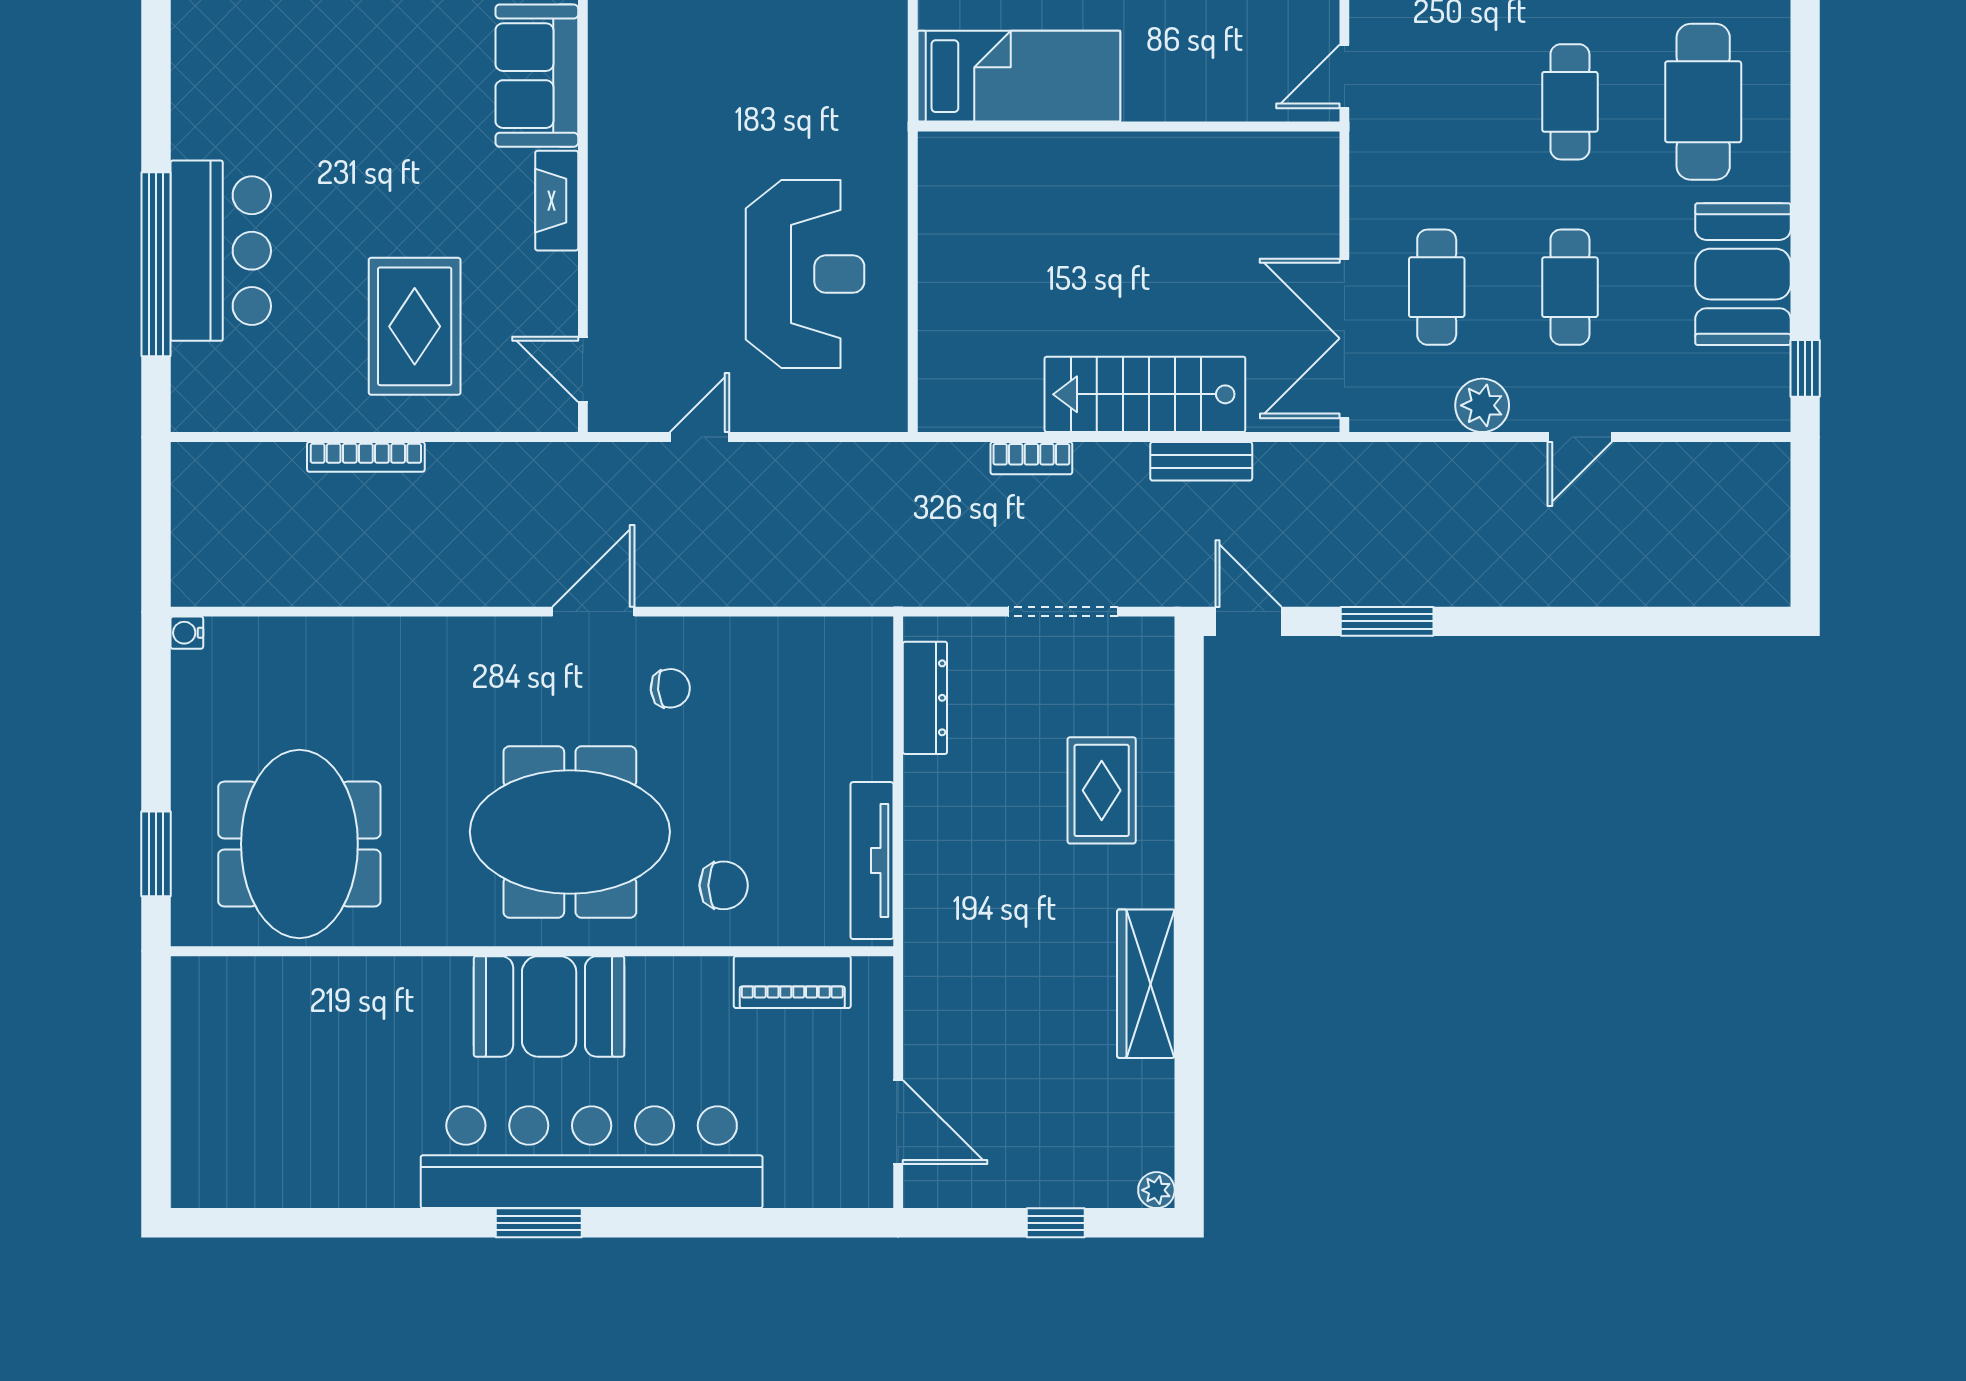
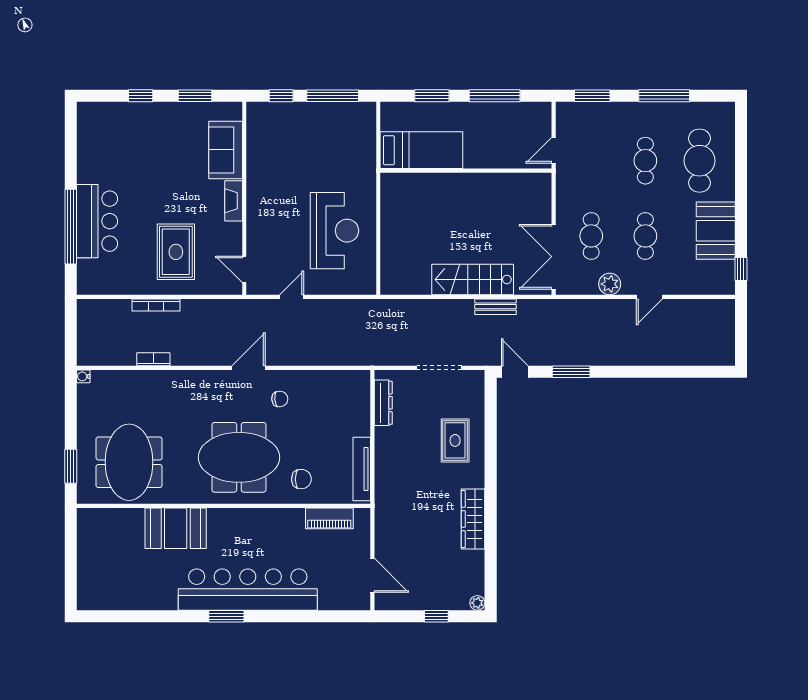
bookcase: (1031, 458) -> (153, 359), moved, turned 180
booth: (549, 1006) -> (176, 528), moved

